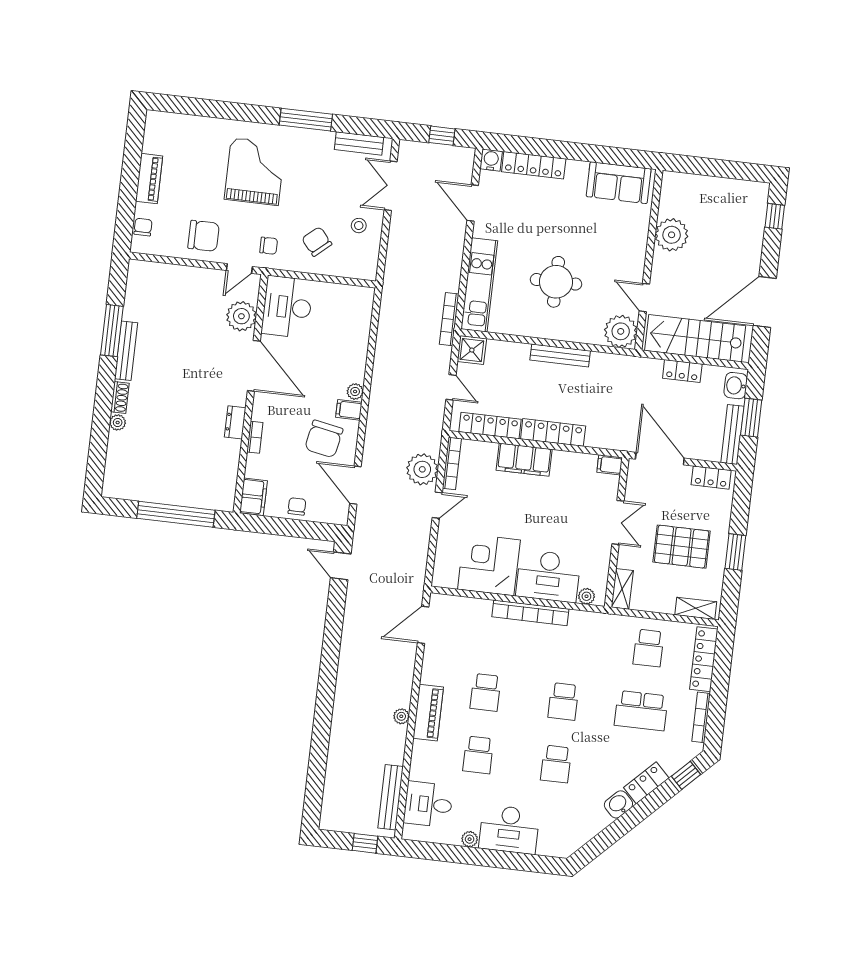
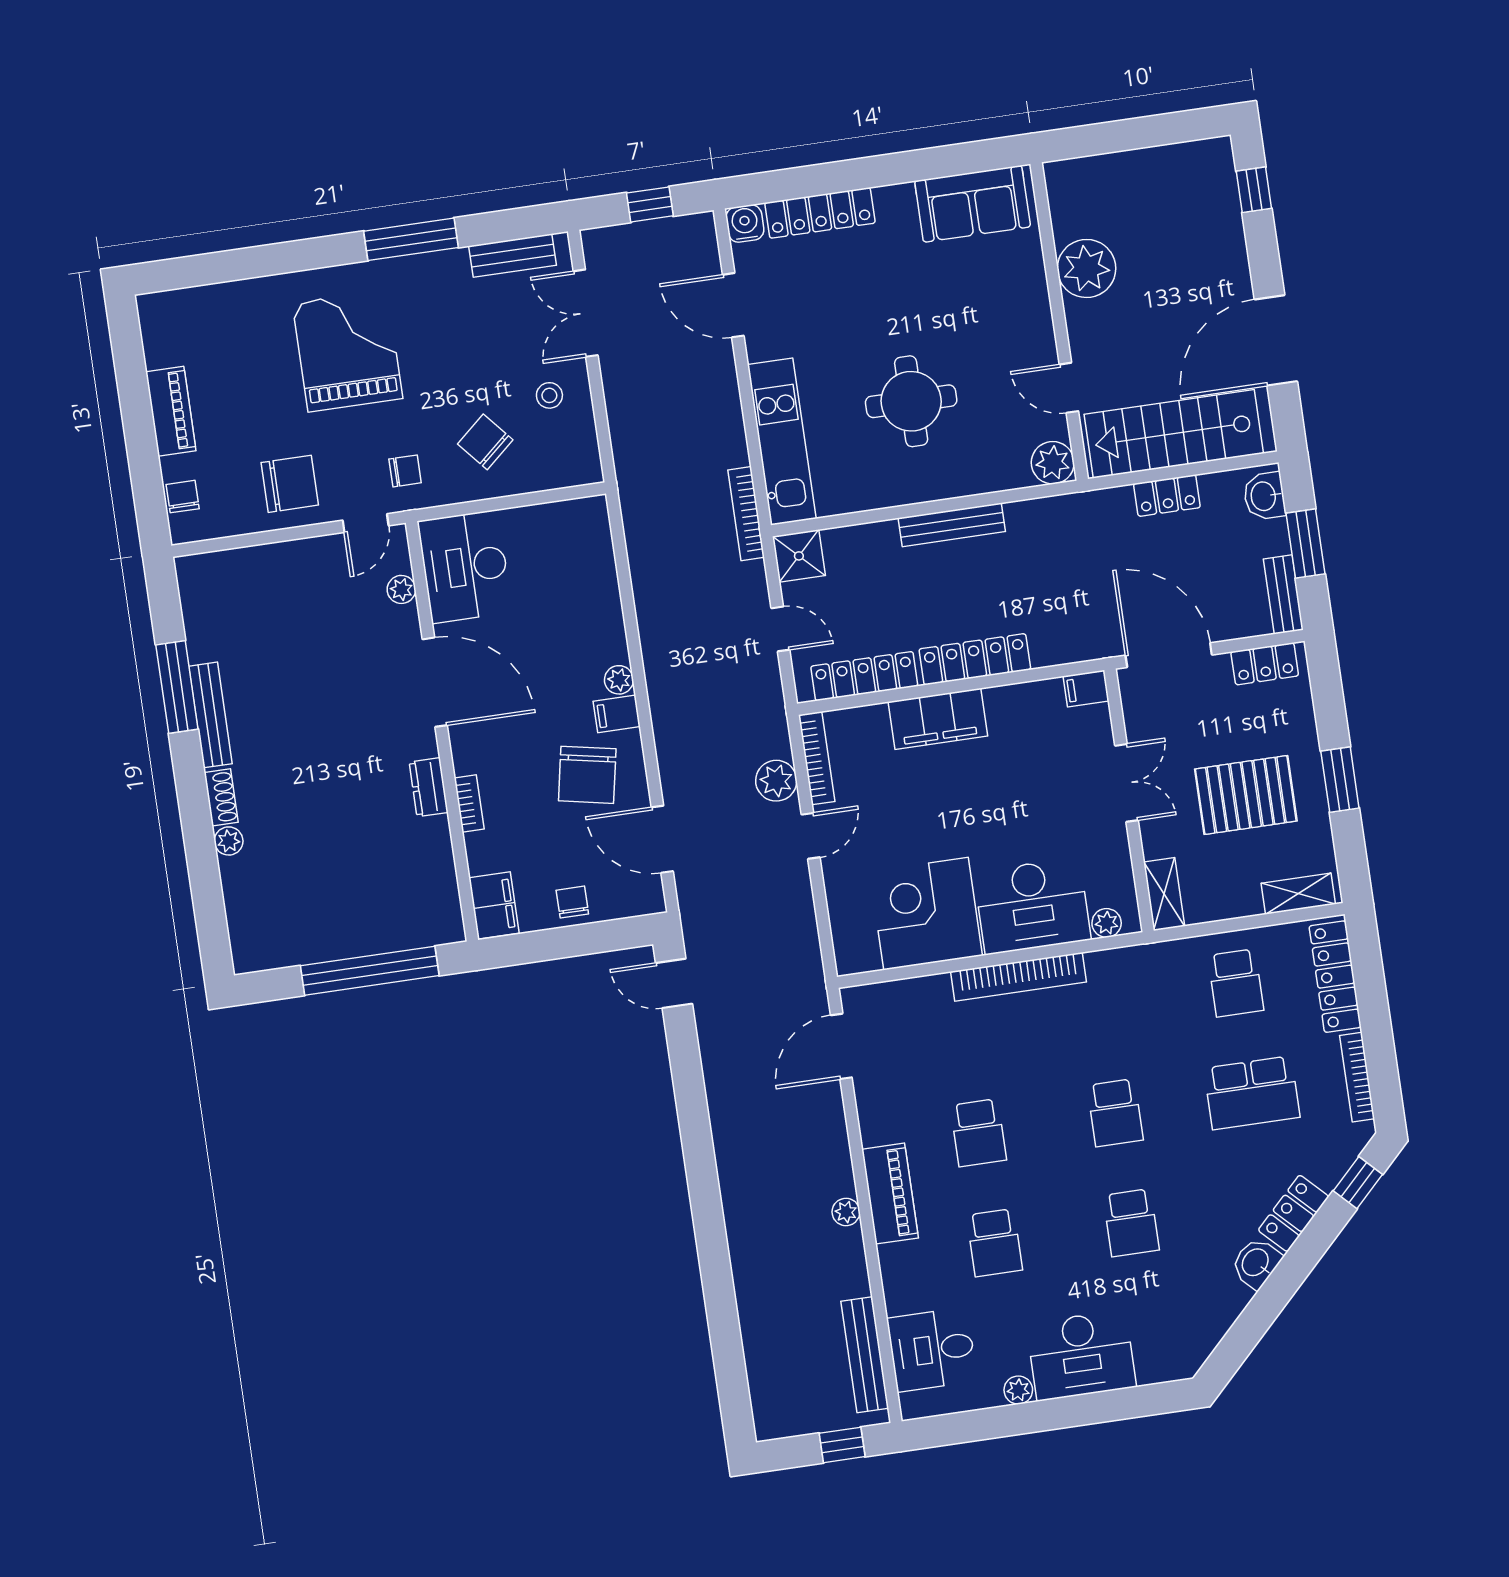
plant: (241, 316) -> (401, 589), width x0.53, depth x0.53
plant: (621, 331) -> (1053, 463), width x0.73, depth x0.73
bench: (732, 434) -> (1283, 594), width x0.73
plant: (422, 469) -> (776, 781), width x0.73, depth x0.73

